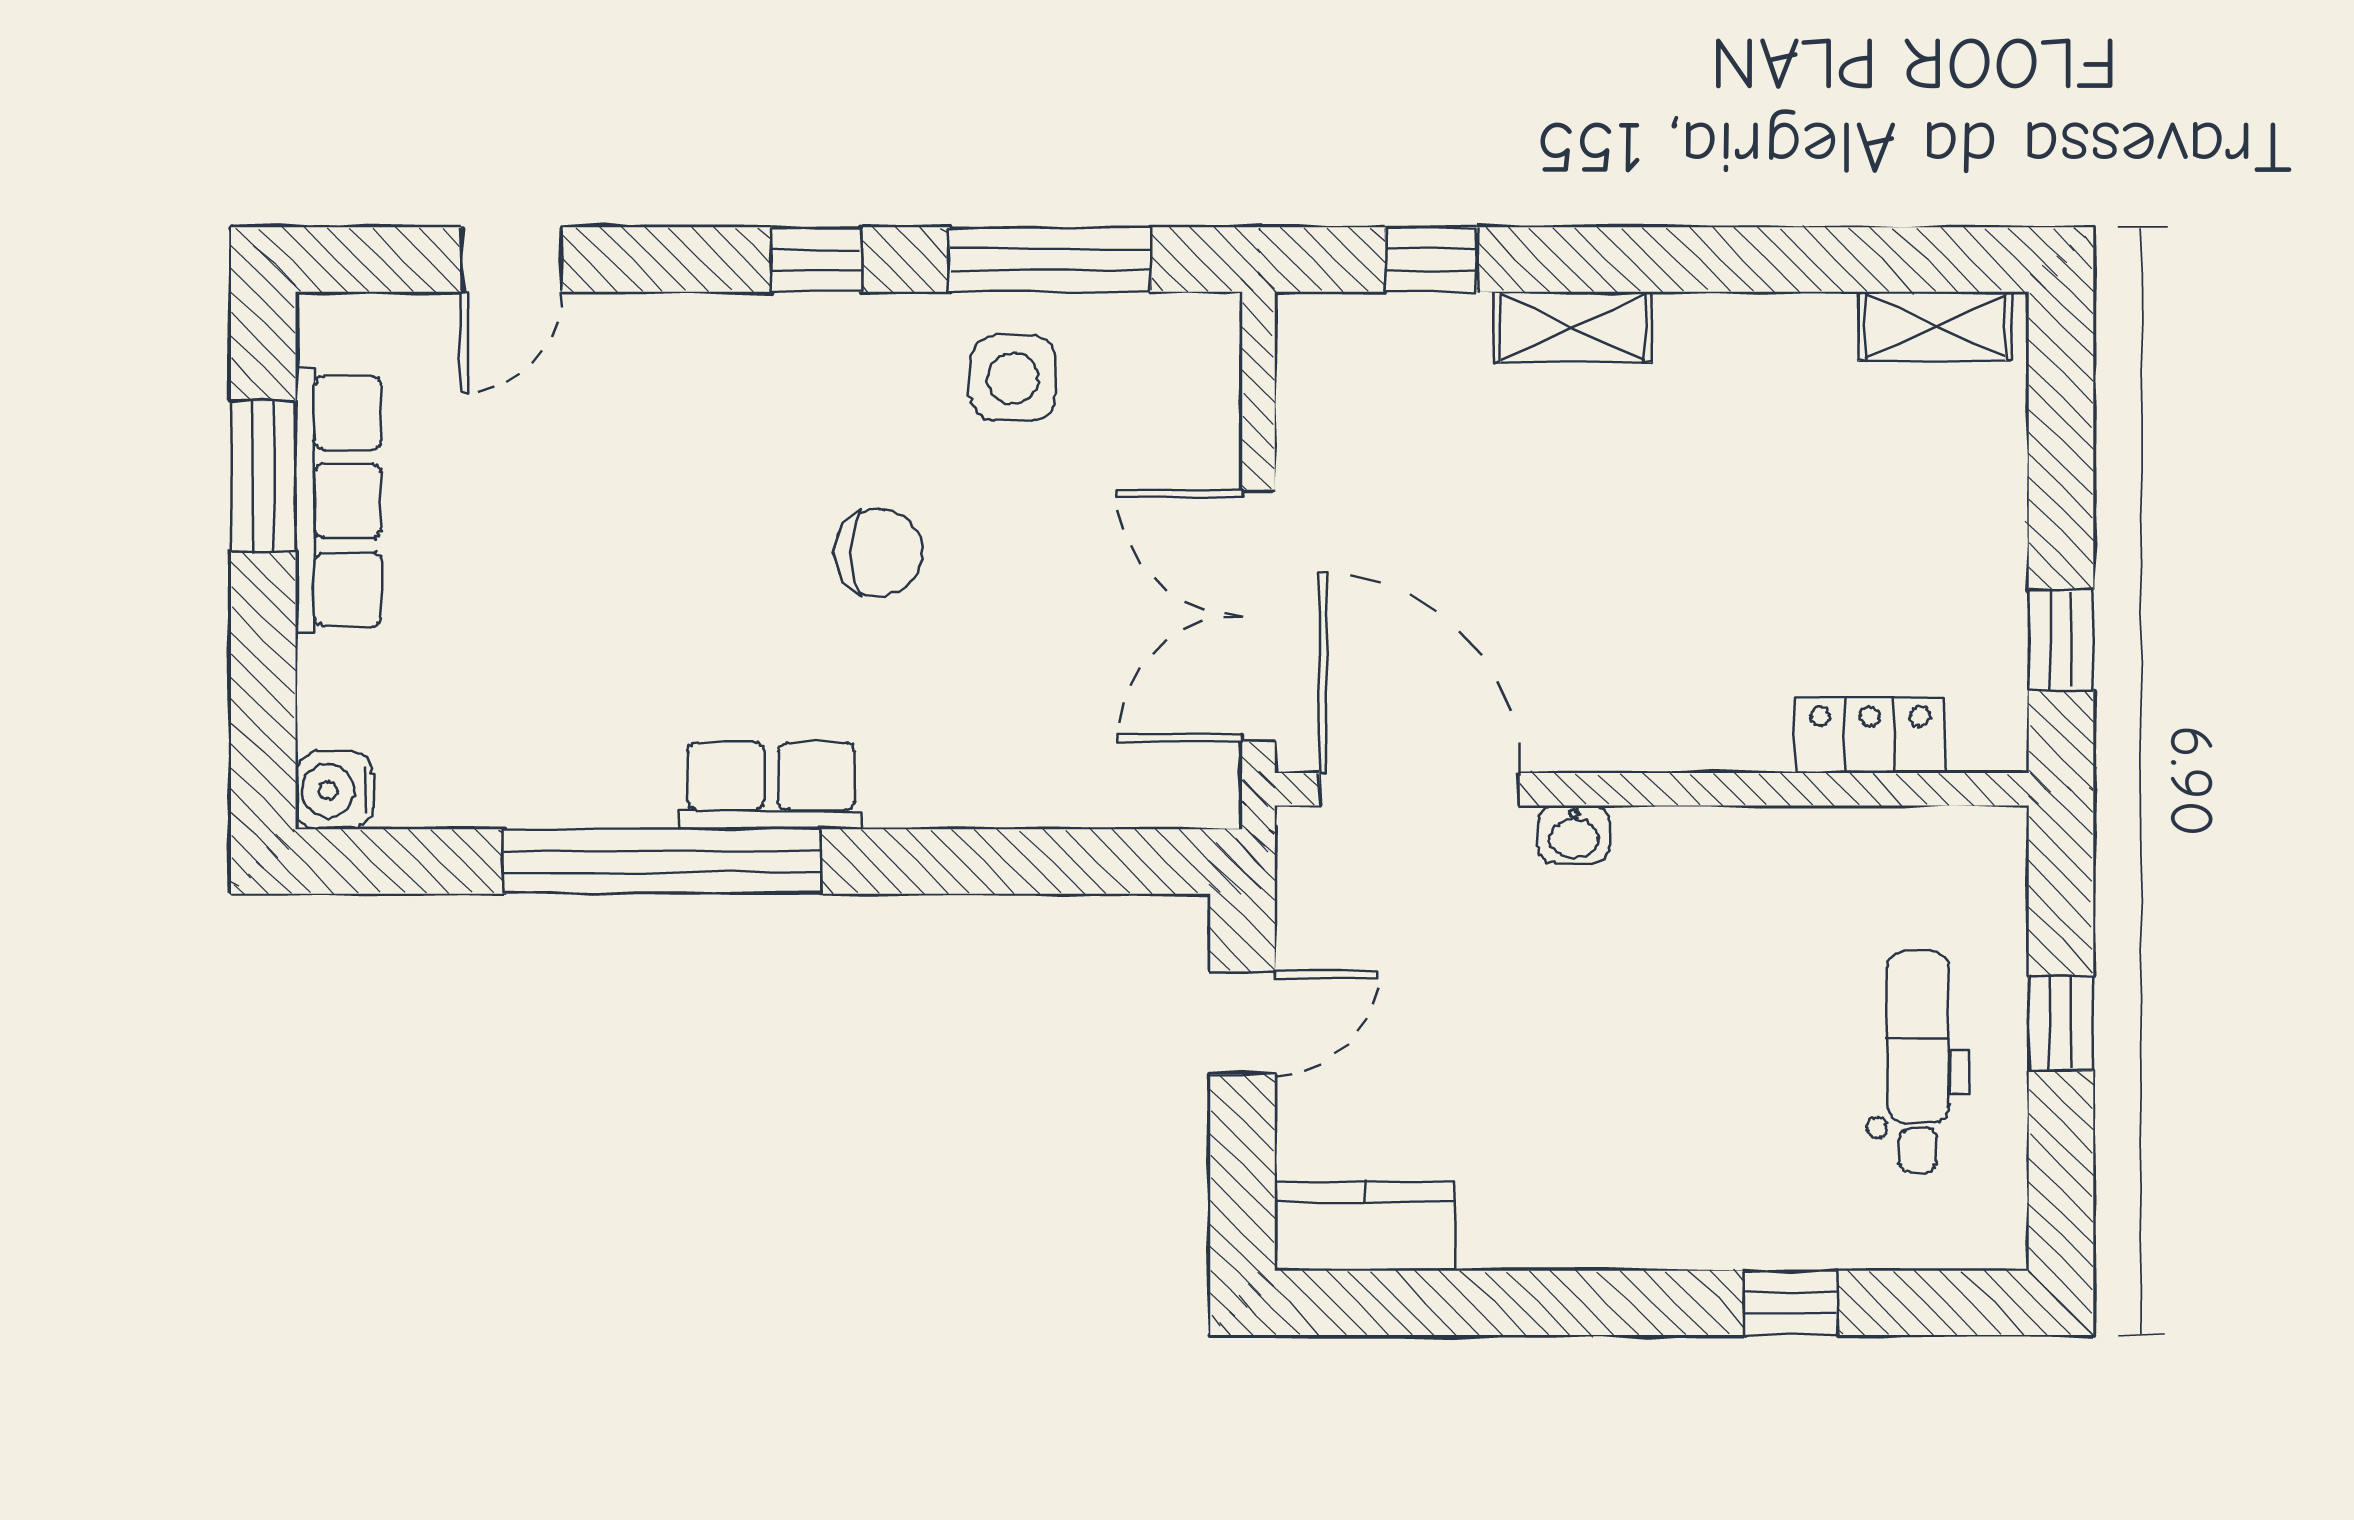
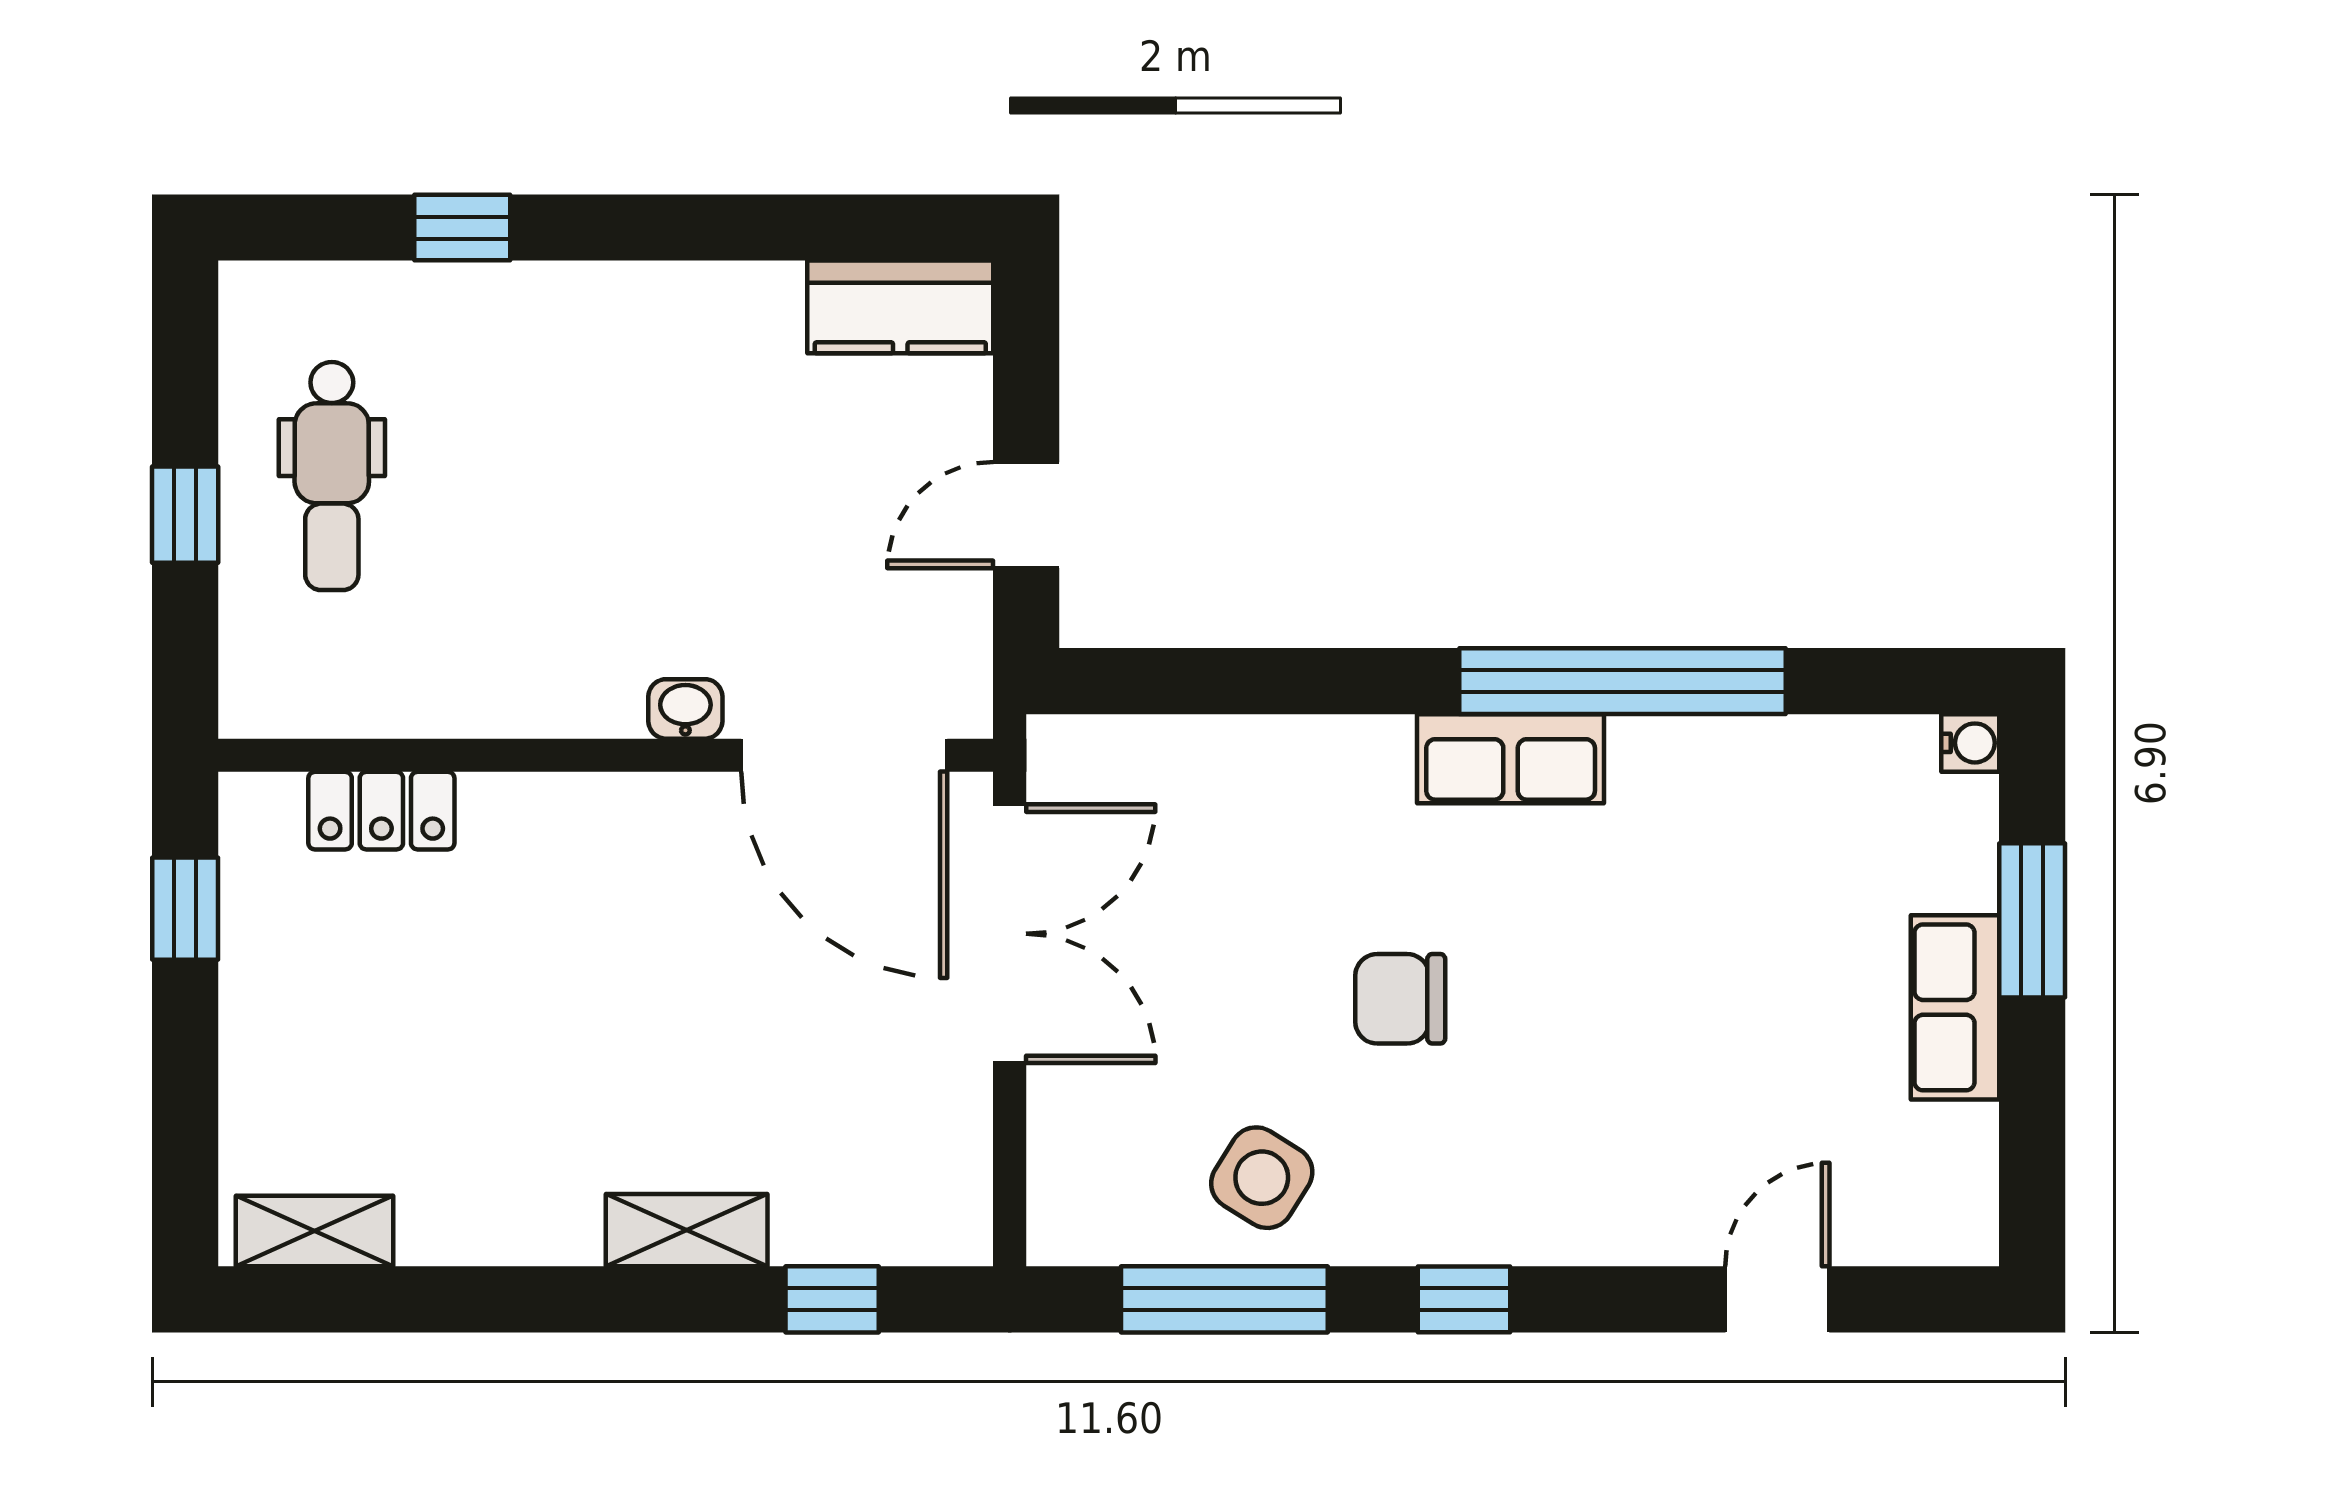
side table: (1013, 378) -> (1262, 1178), turned 32
window: (263, 476) -> (2032, 920), moved
row of seats: (338, 501) -> (1955, 1007), width x0.68
water cooler: (334, 791) -> (1970, 743), width x0.72, depth x0.72

